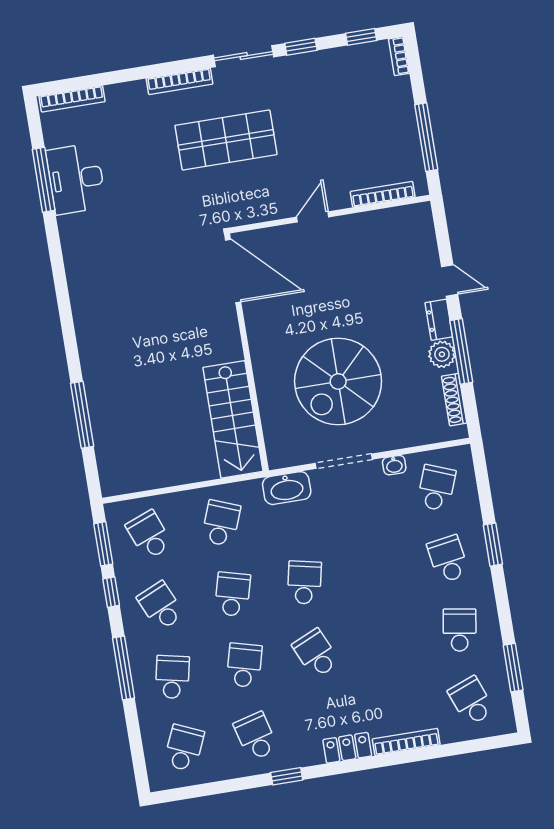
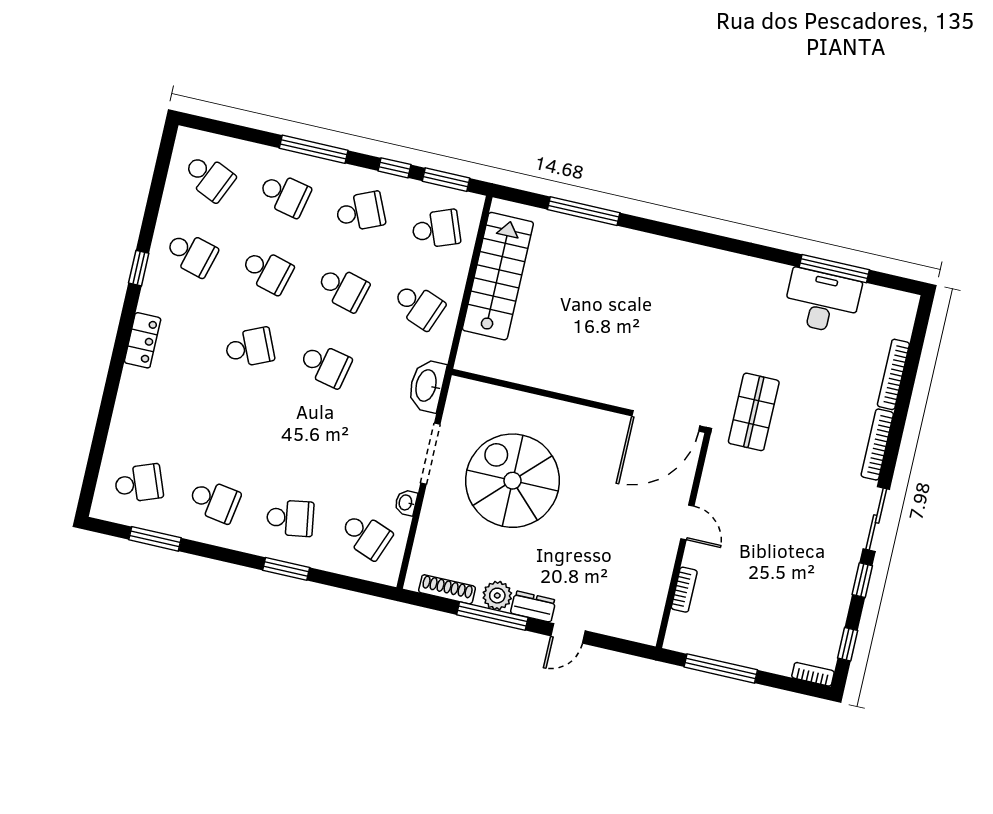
bookcase: (72, 99) -> (893, 374), moved
shop shelf: (226, 140) -> (754, 412), moved, width x0.70, depth x0.74
bookcase: (383, 194) -> (684, 590), width x0.64
stairs: (233, 419) -> (498, 276), moved, turned 90
school desk: (256, 736) -> (191, 254), turned 30
bookcase: (406, 742) -> (124, 402), removed

